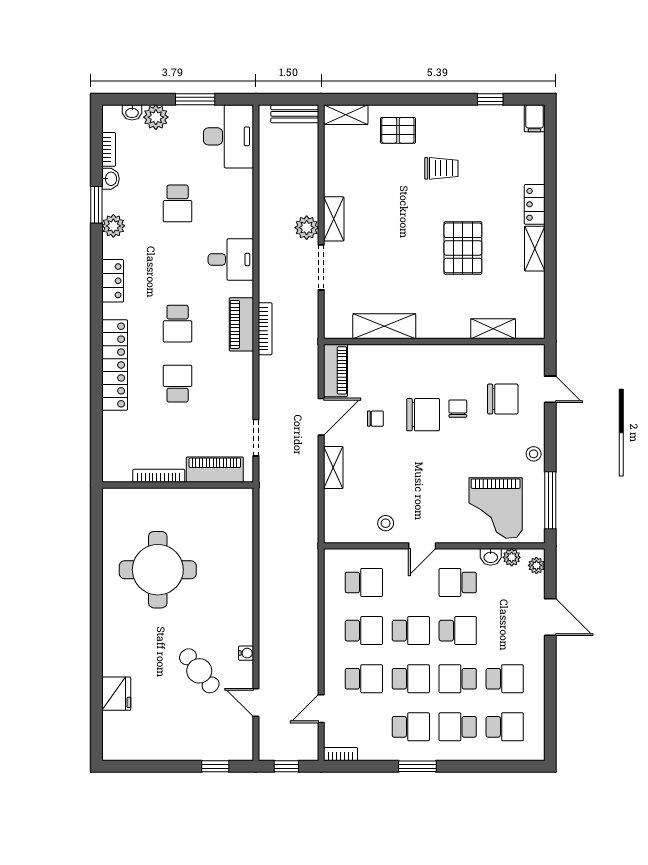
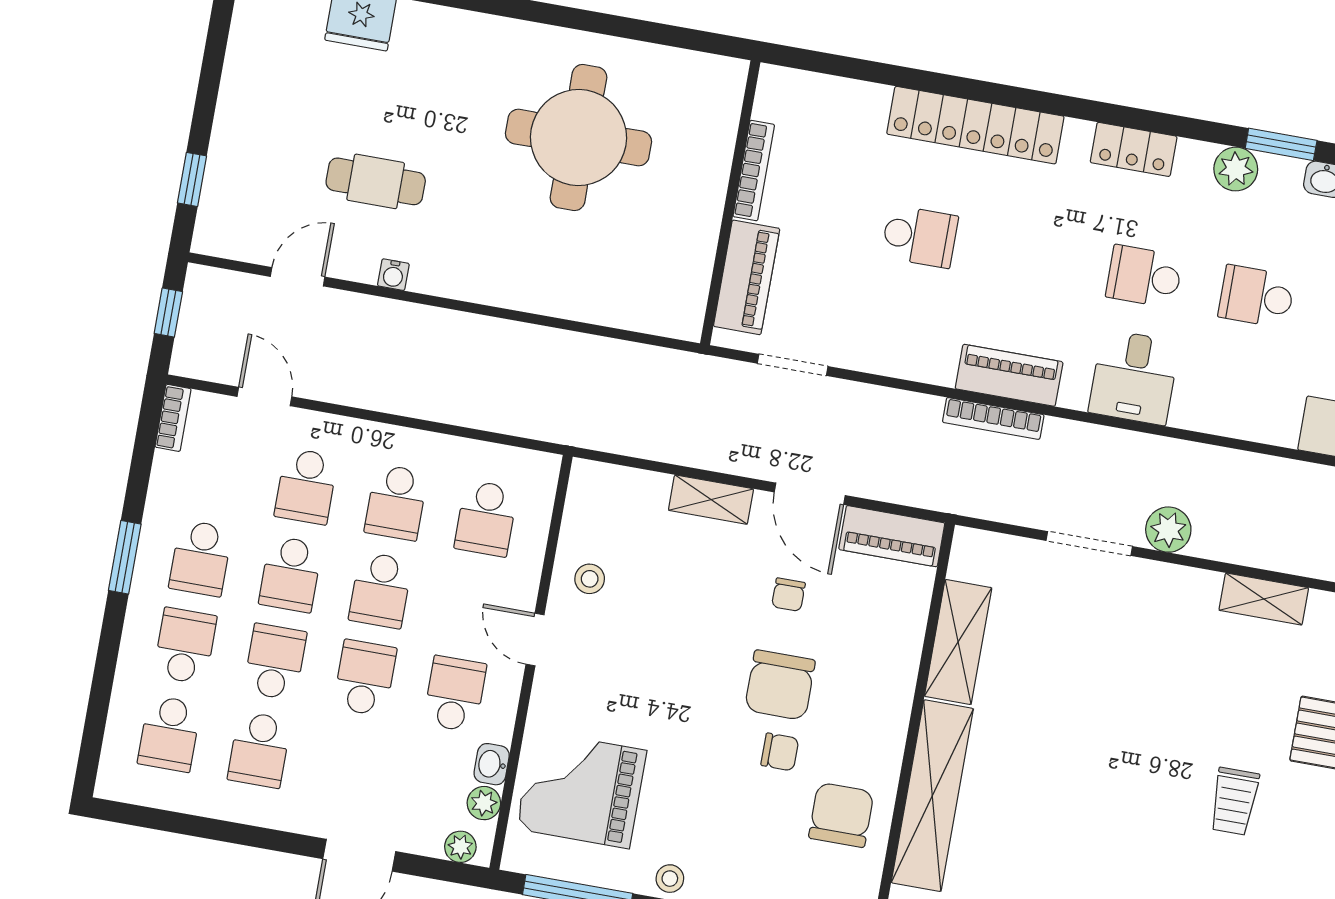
shelving: (334, 219) -> (1264, 599), moved
pallet: (463, 248) -> (1078, 815), removed
school desk: (178, 324) -> (1144, 276), moved
shelving: (493, 329) -> (932, 796), width x2.20, depth x1.33
chair: (503, 399) -> (841, 815), moved, turned 180
school desk: (458, 631) -> (365, 678), turned 180
cafe table: (199, 671) -> (376, 181), turned 39

